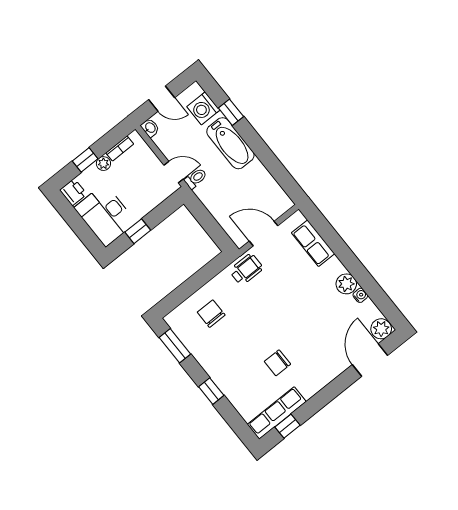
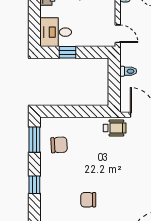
toilet: (196, 178) -> (128, 71), moved
desk: (105, 215) -> (56, 32), width x0.73
chair: (211, 314) -> (59, 145), moved, turned 87

